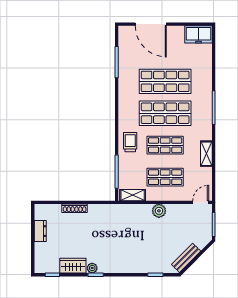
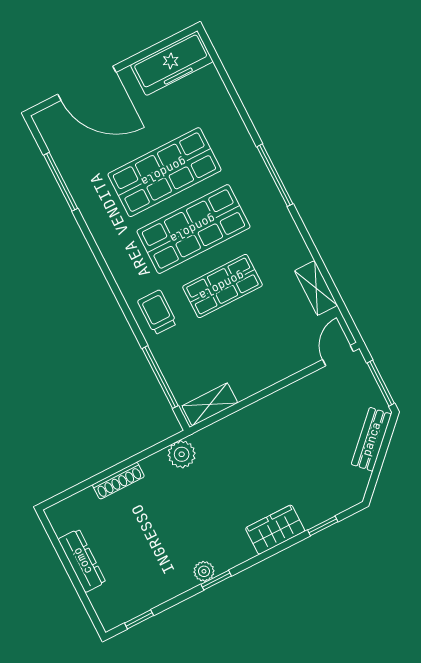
freezer: (199, 34) -> (172, 63), width x1.40
shelving: (206, 154) -> (316, 288), moved
shop shelf: (165, 177) -> (251, 343), removed
plant: (159, 211) -> (182, 454), moved
dresser: (40, 231) -> (82, 561), width x1.44
bench: (186, 258) -> (371, 439), moved
wardrobe: (73, 266) -> (275, 530), moved

